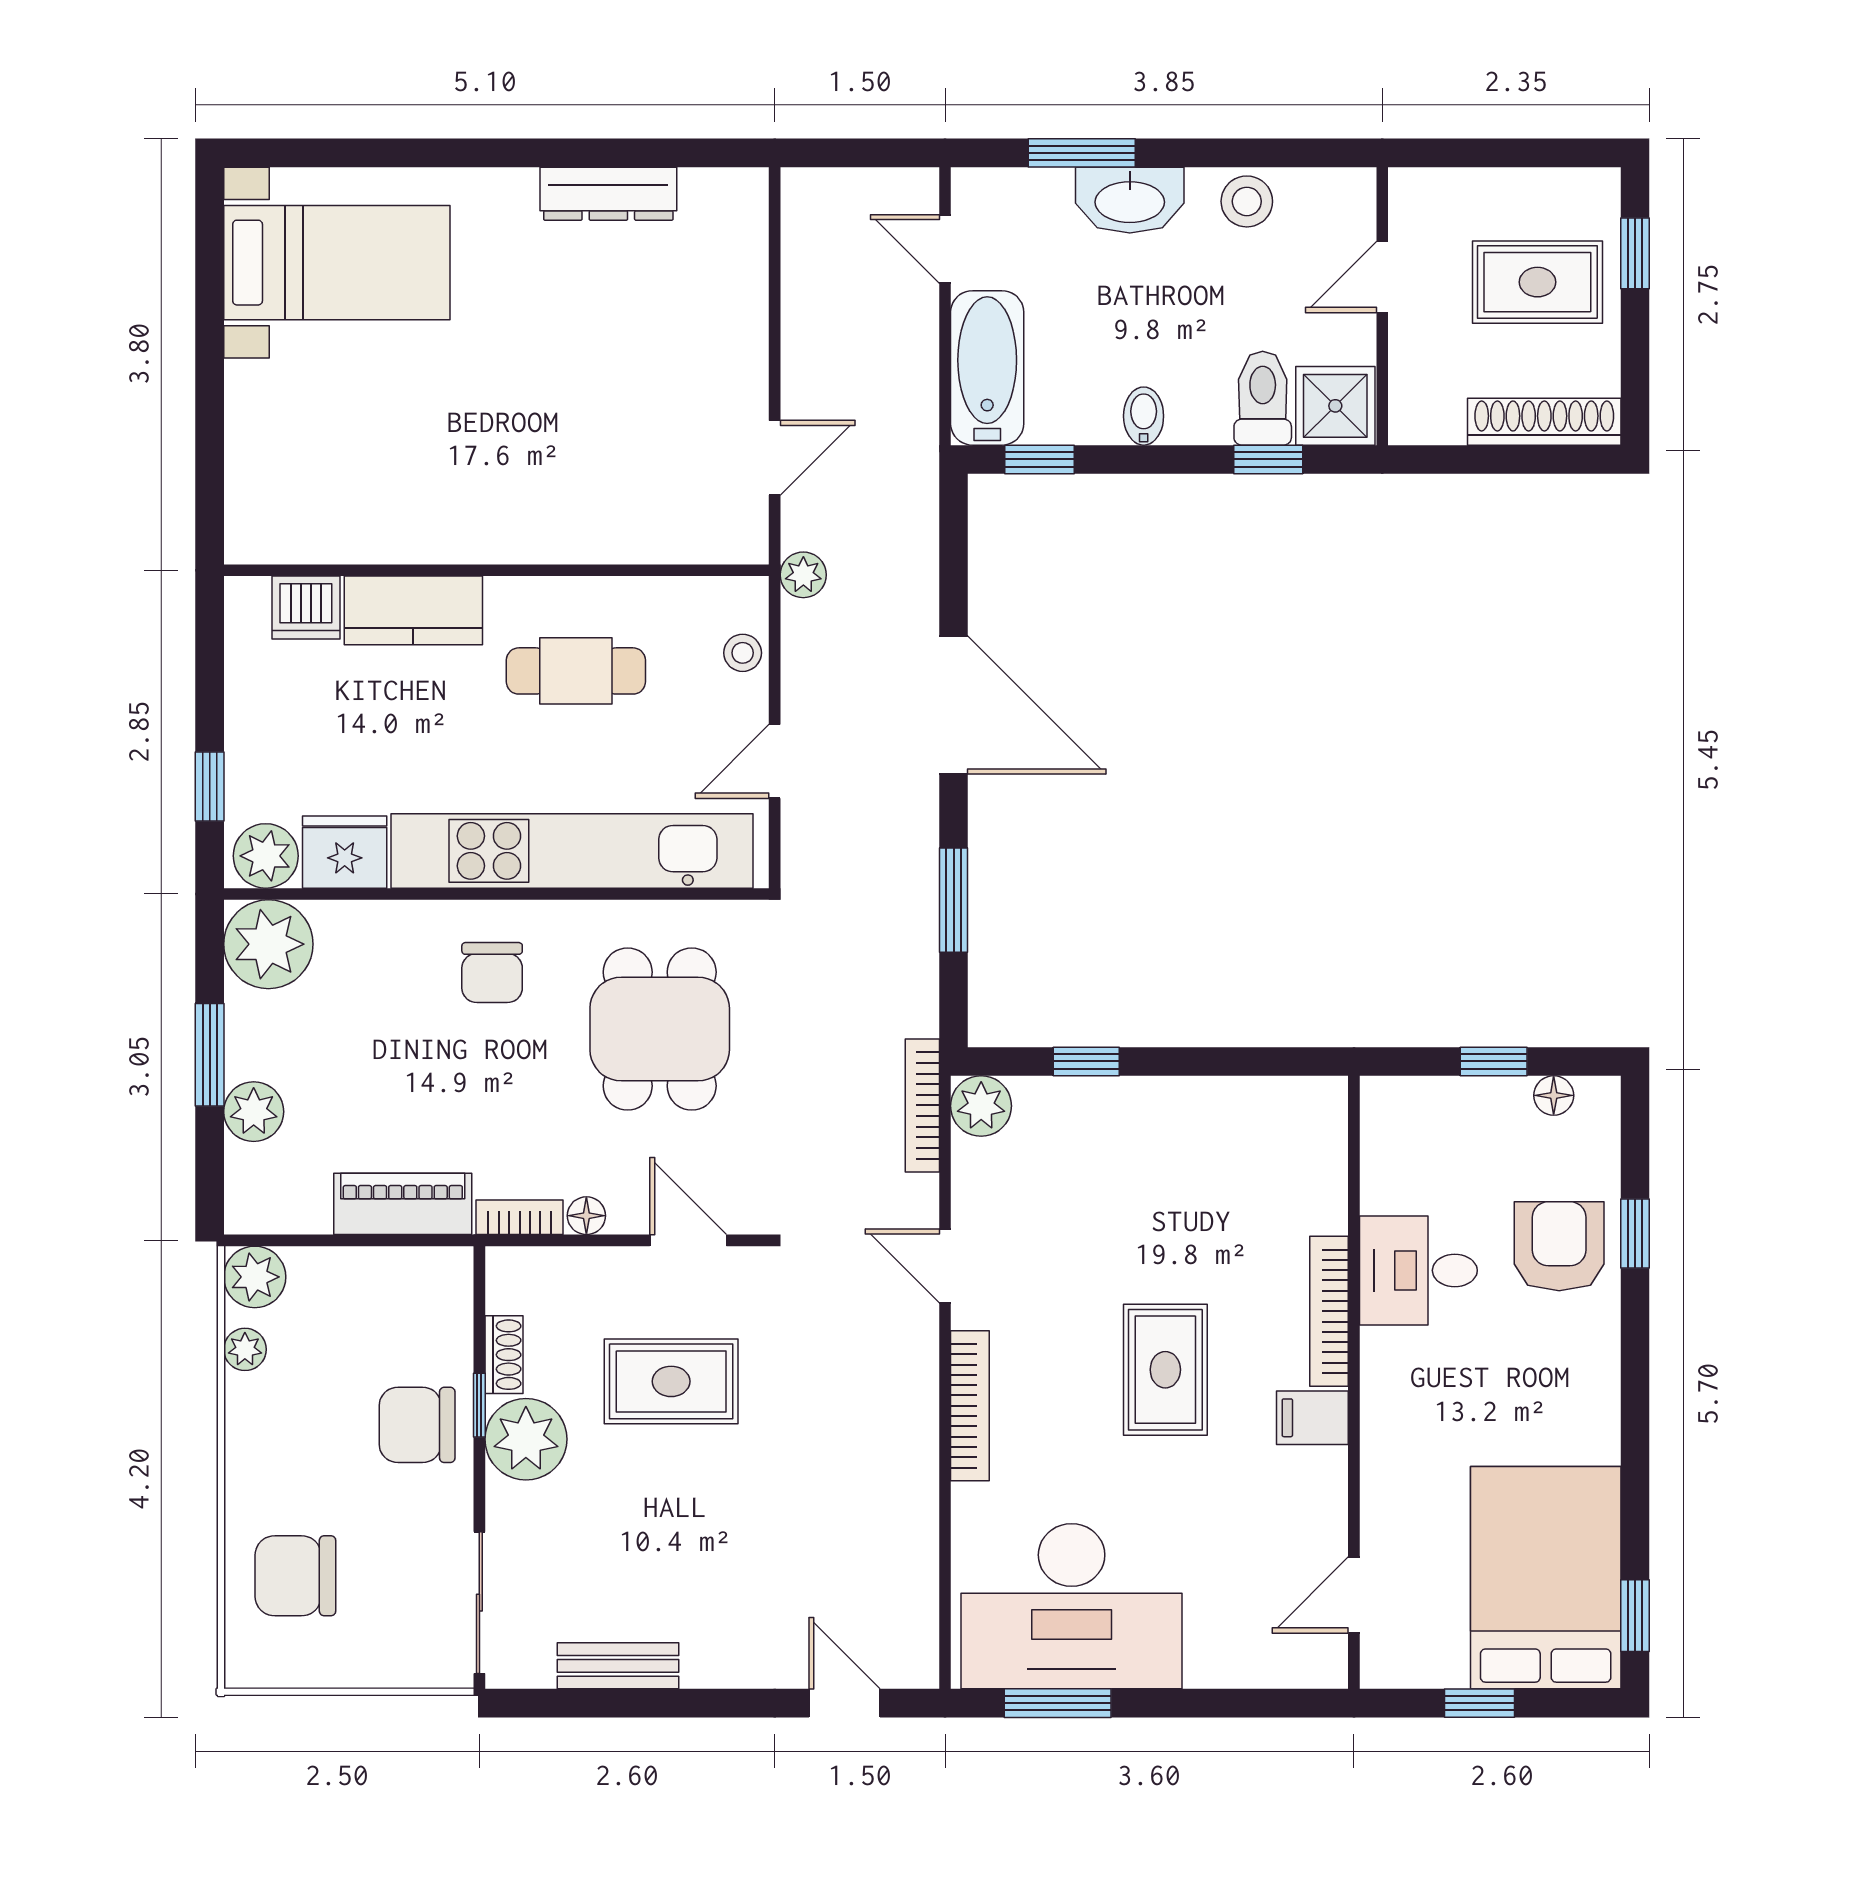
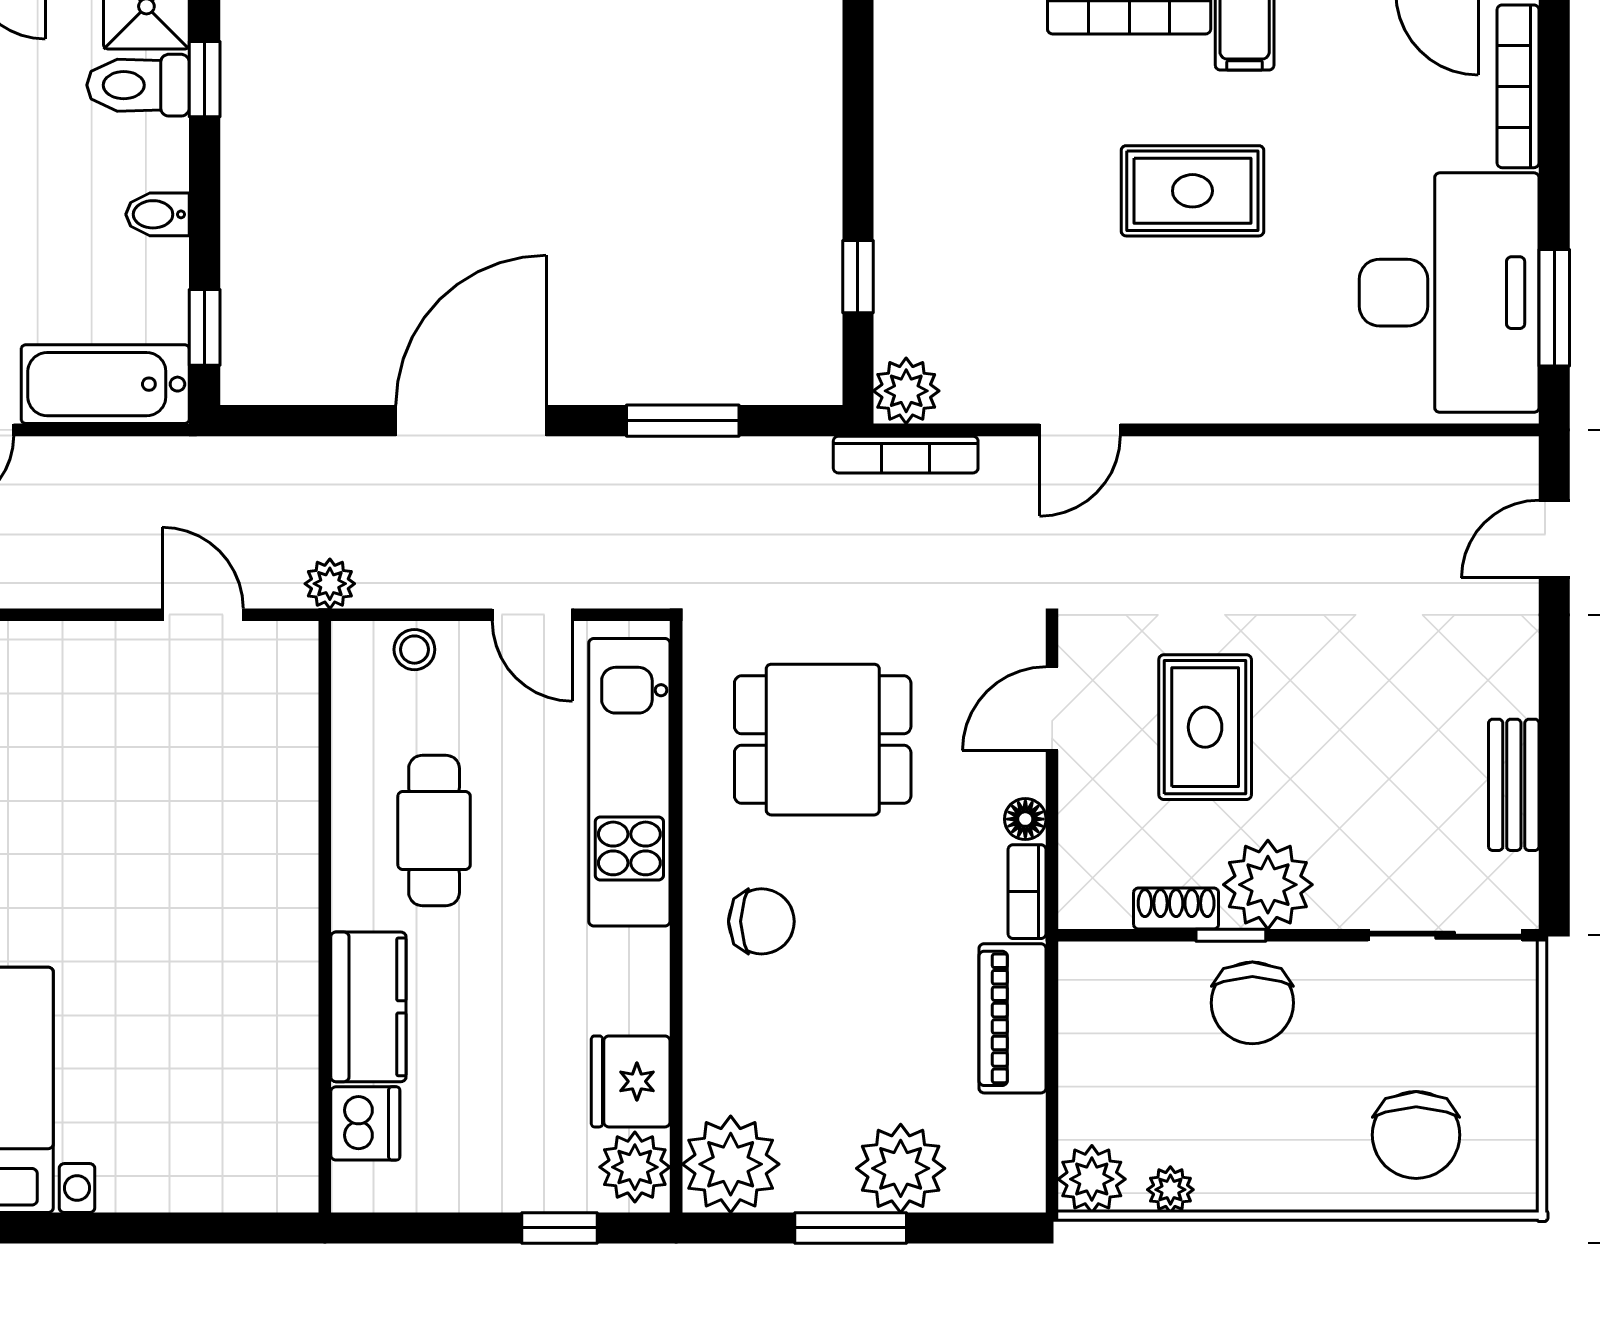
kitchen unit: (572, 851) -> (629, 782), width x0.73
plant: (254, 1112) -> (901, 1168), width x1.36, depth x1.36
bookcase: (970, 1406) -> (1518, 86), moved, turned -90

